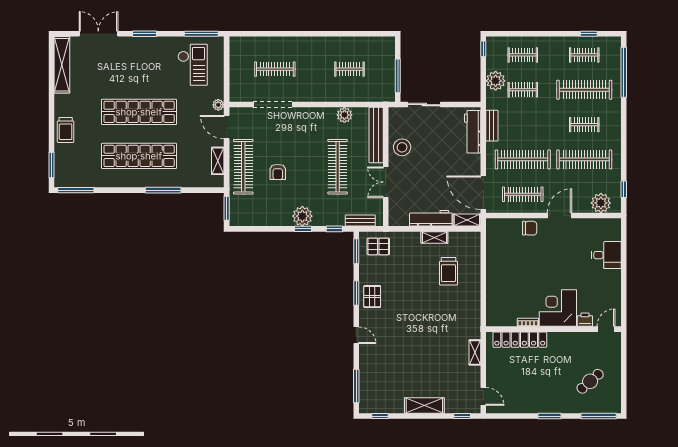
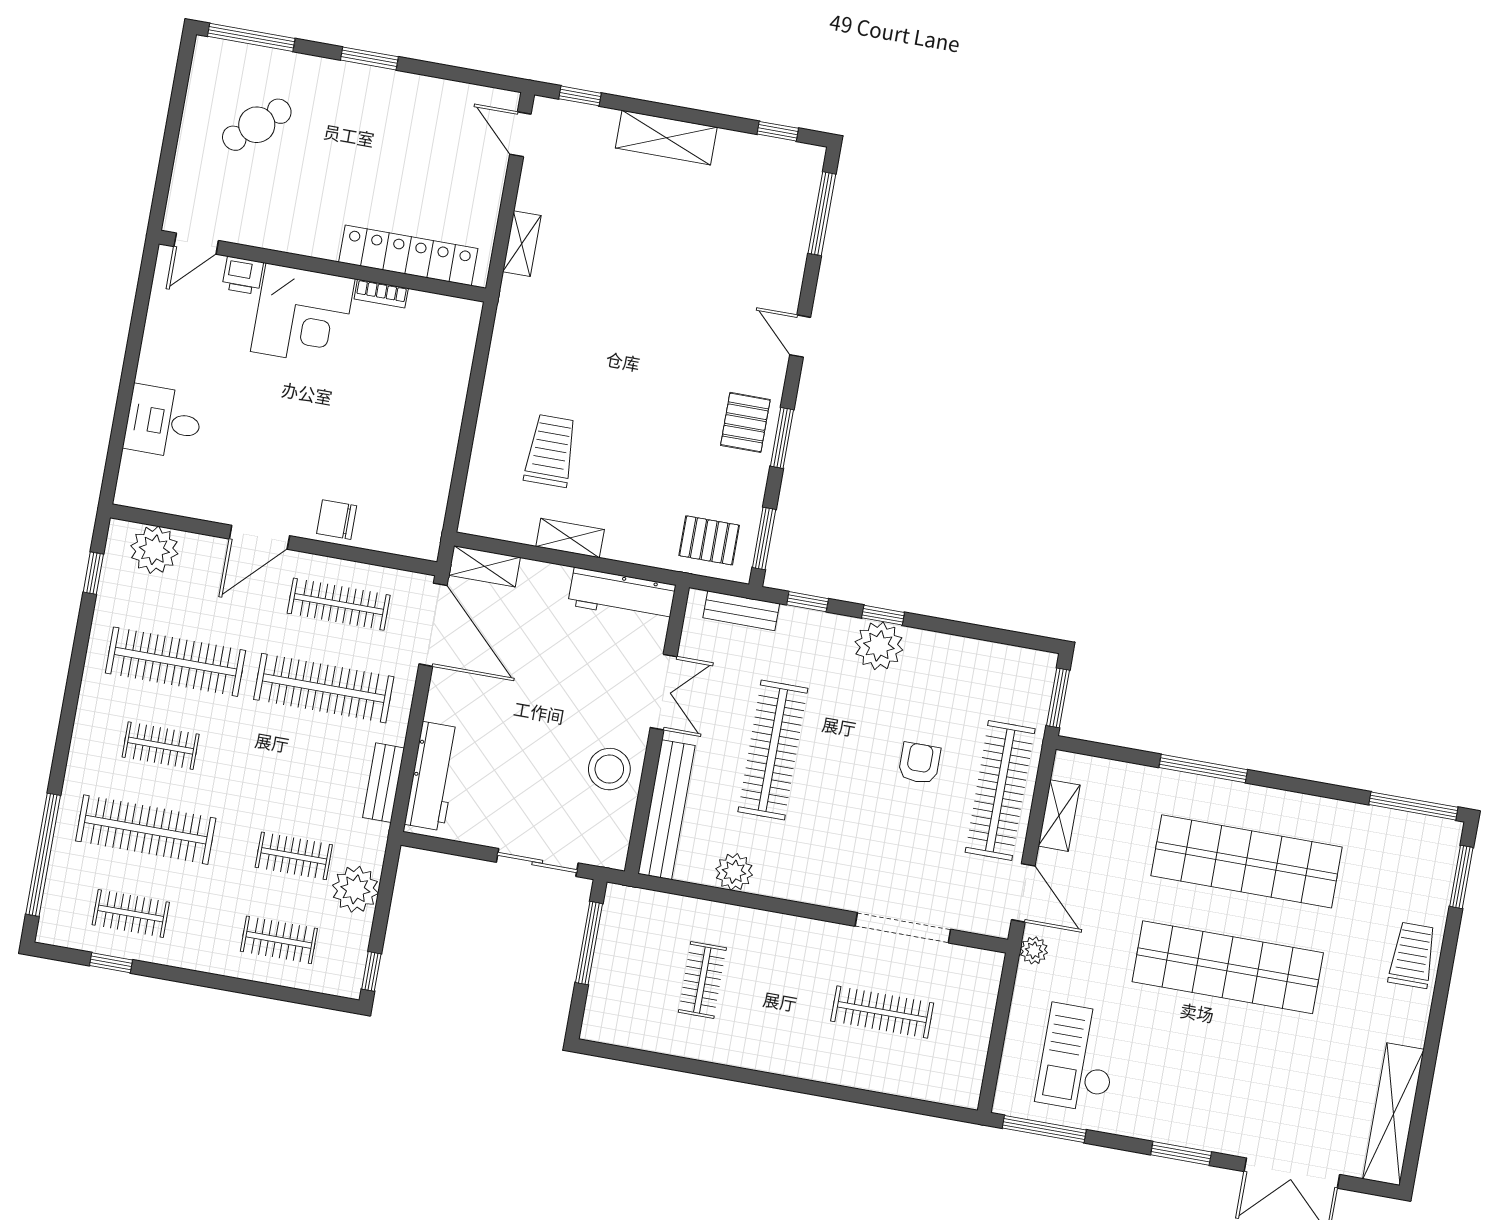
clothes rail: (350, 69) -> (702, 980), turned 90
workbench: (431, 218) -> (622, 595), moved

